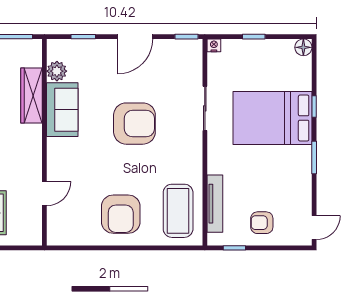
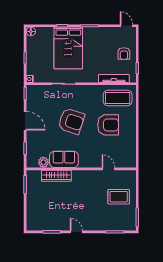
armchair: (134, 124) -> (71, 121), turned 108
armchair: (121, 214) -> (108, 125), moved

